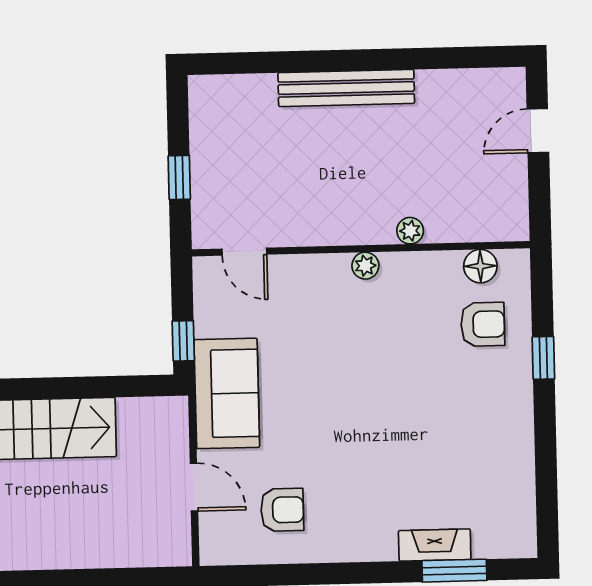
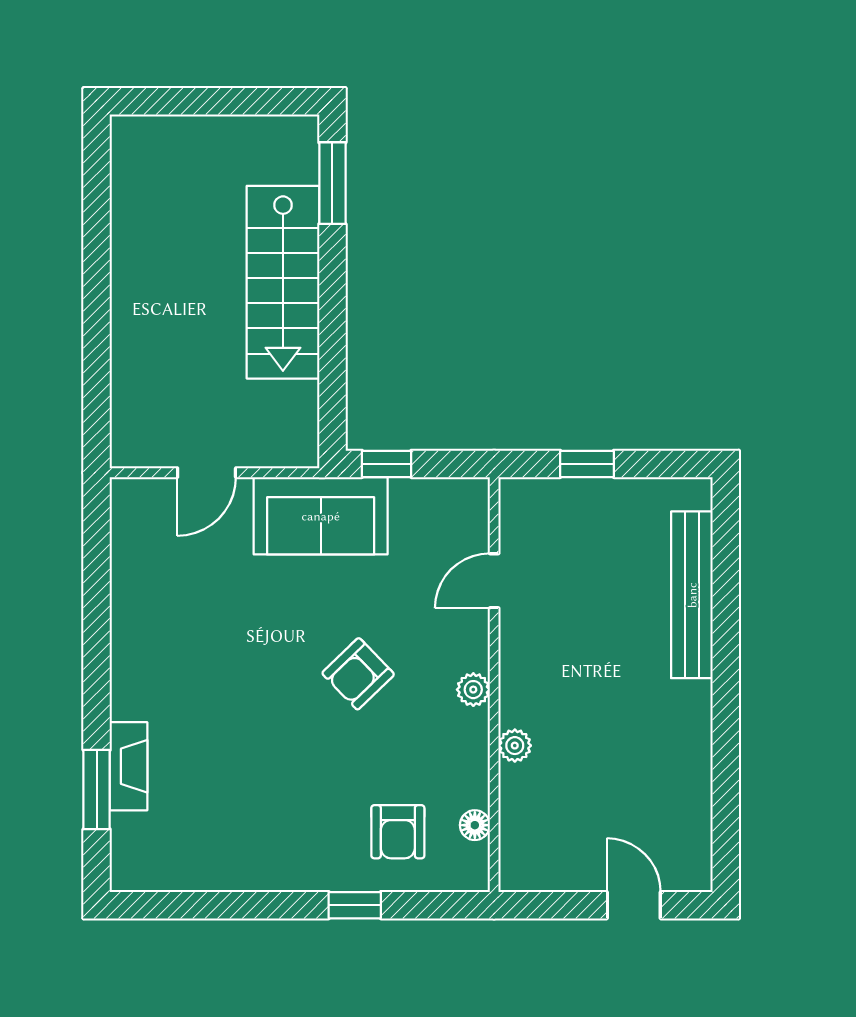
bench: (346, 88) -> (692, 595), moved
door: (244, 252) -> (494, 581), moved
floor lamp: (480, 266) -> (475, 825), width x0.73, depth x0.73
armchair: (282, 510) -> (358, 674), moved, turned 46

